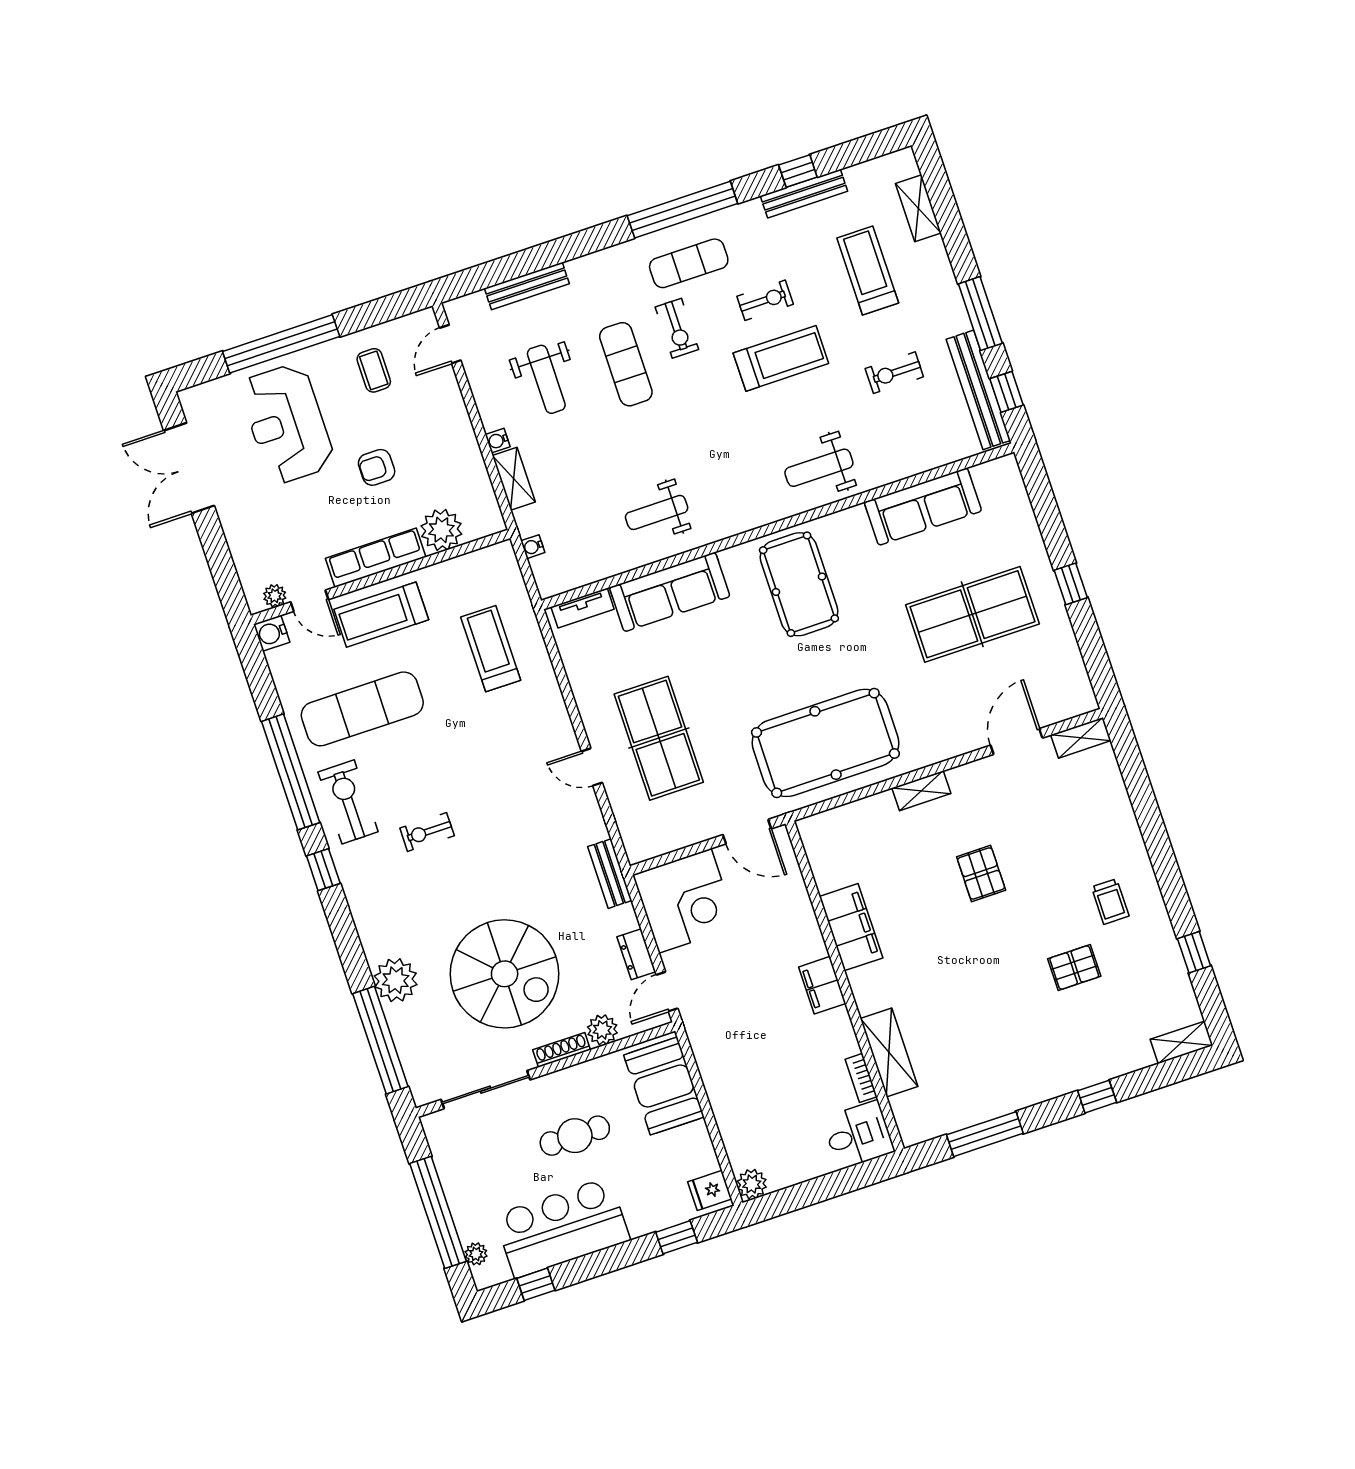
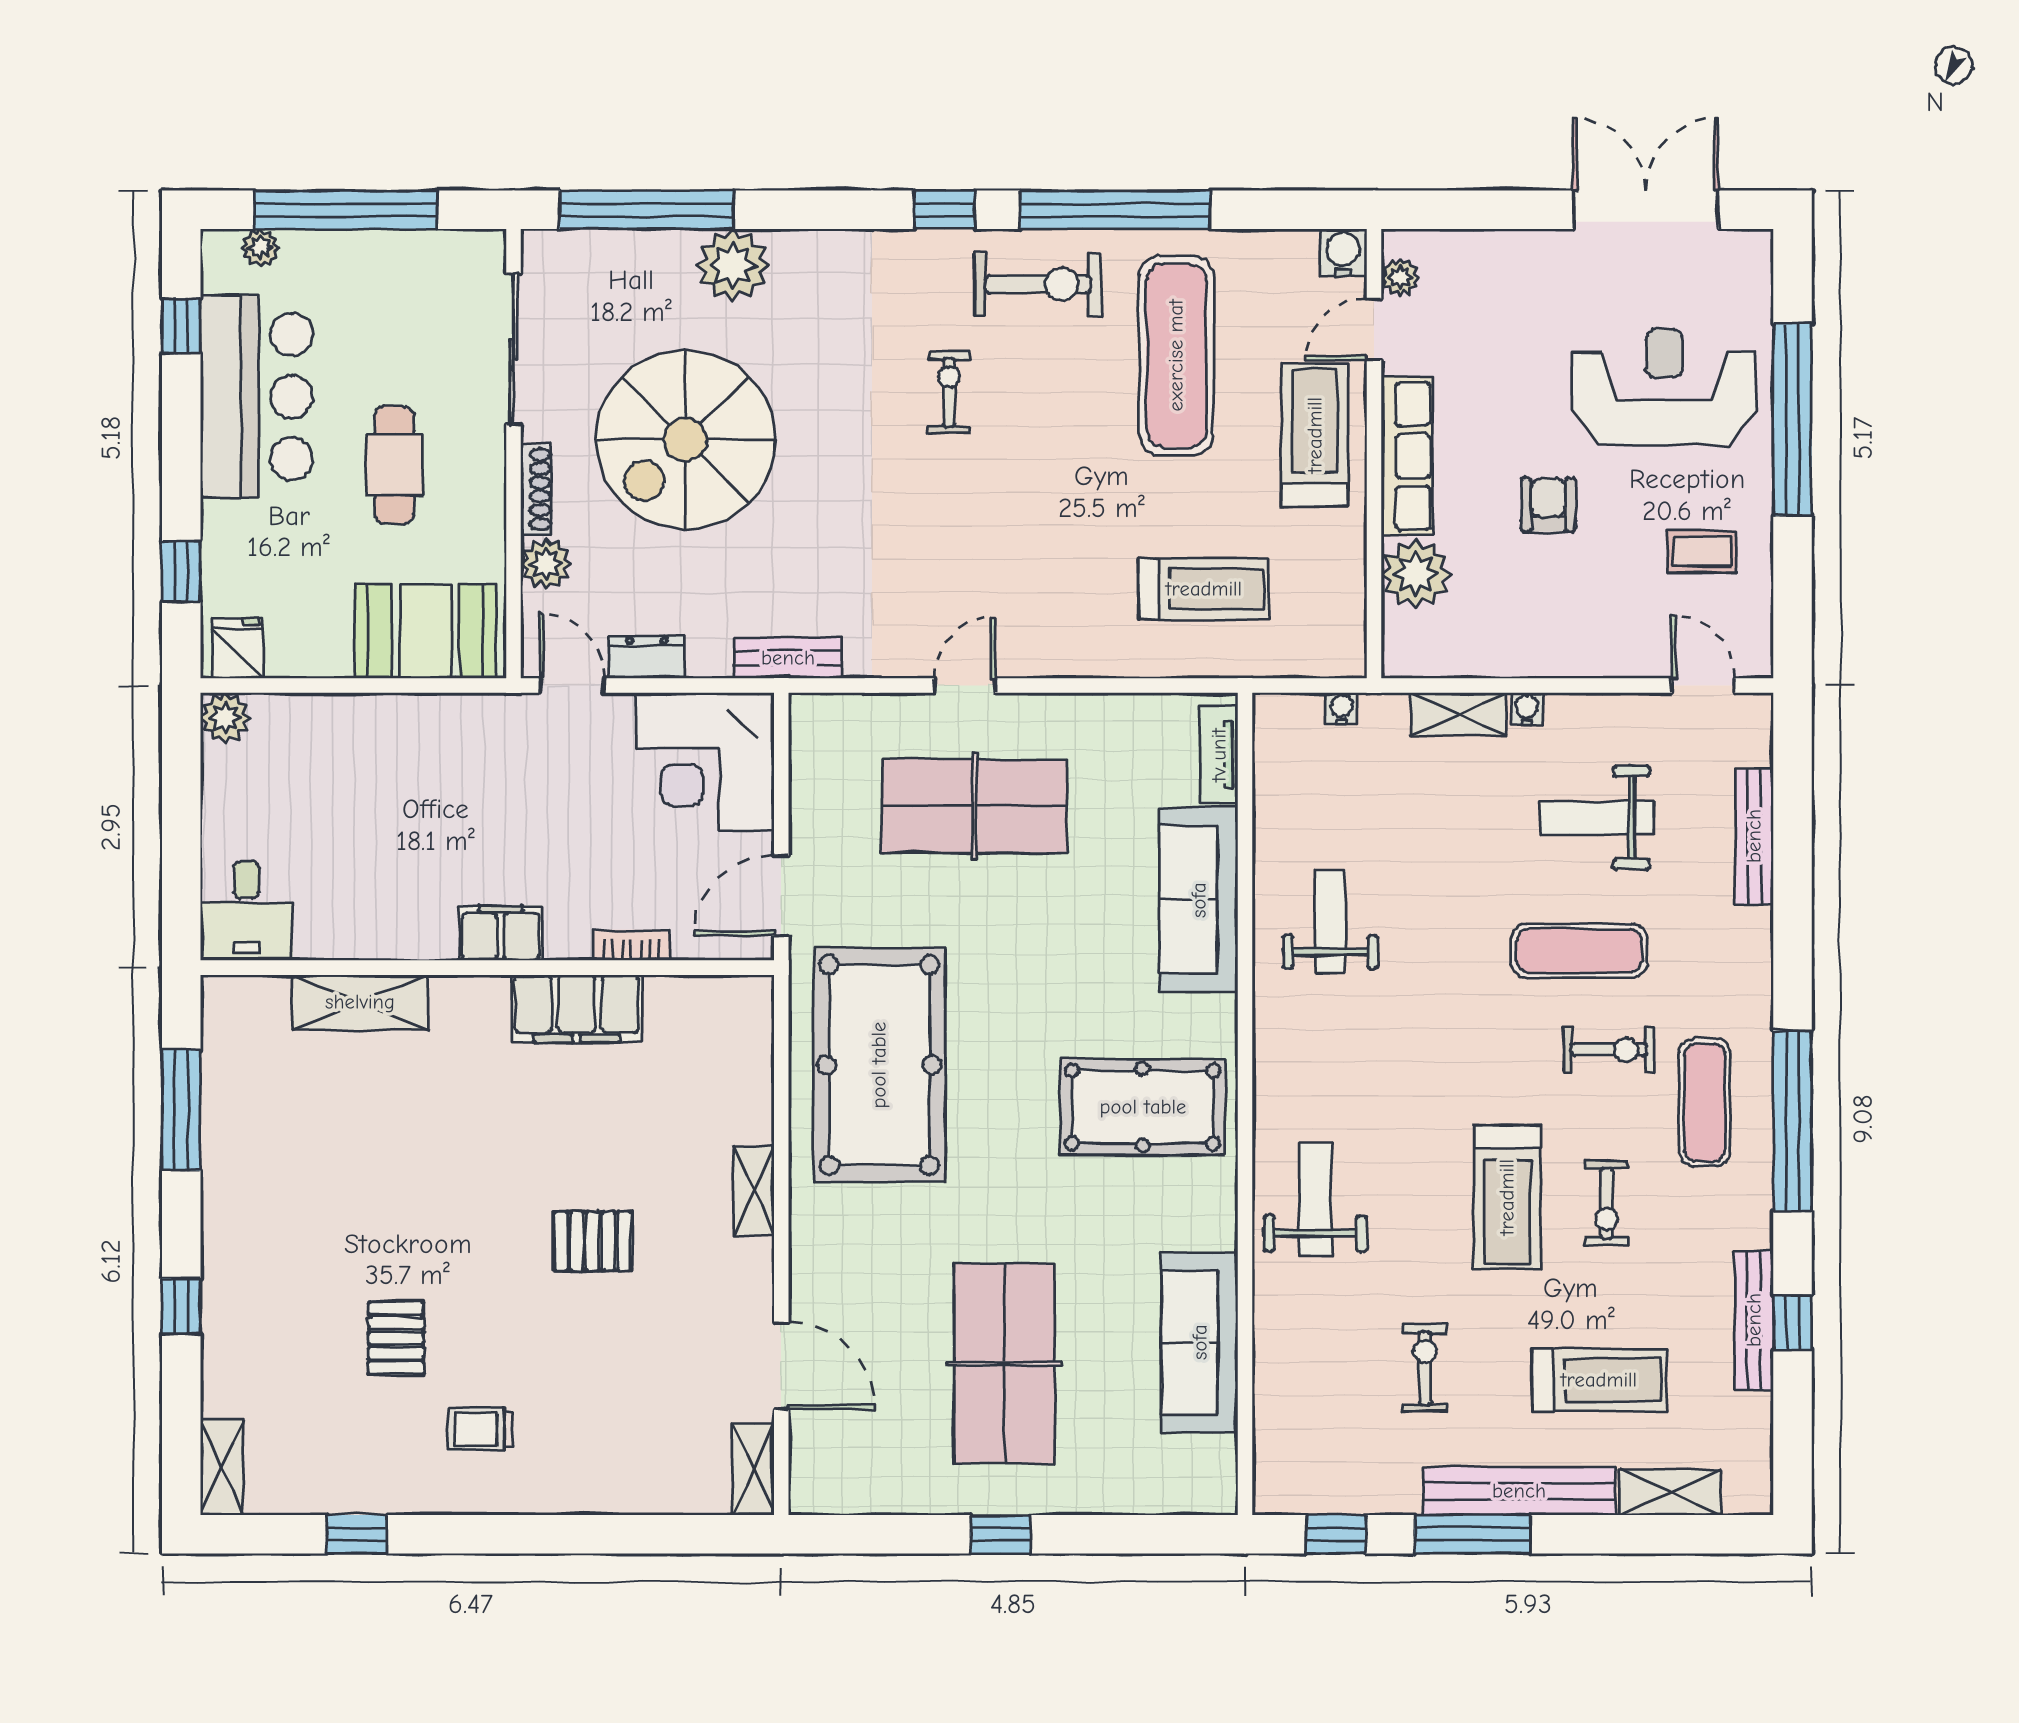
exercise bike: (677, 328) -> (1609, 1050), turned 180
bench: (978, 390) -> (1519, 1491), moved
bookcase: (861, 1078) -> (631, 945), moved

